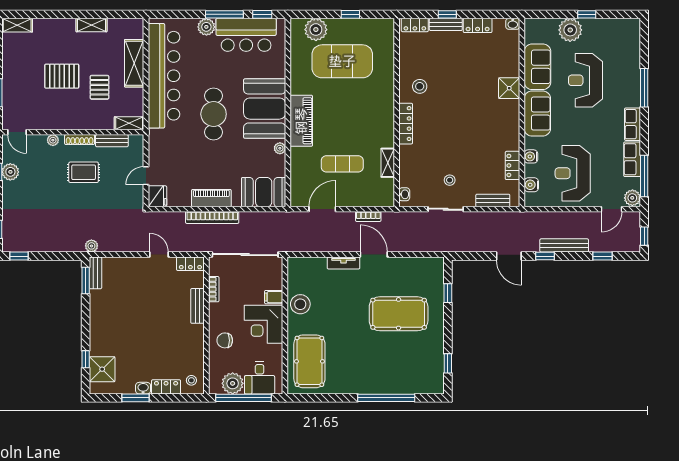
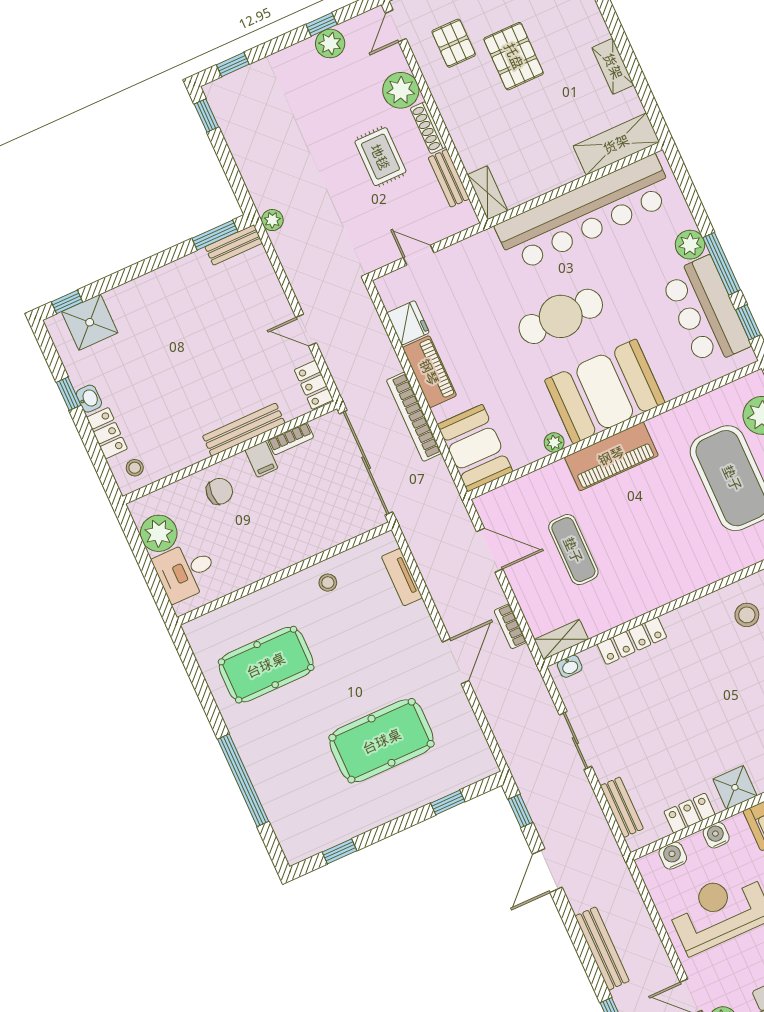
shelving: (134, 63) -> (616, 144), moved
pallet: (100, 87) -> (454, 43), moved, turned 90
locker: (406, 124) -> (632, 641), moved
shower: (510, 135) -> (735, 787), added
plant: (53, 140) -> (401, 90), width x1.87, depth x1.87
shelving: (388, 163) -> (561, 639), moved
stool: (450, 180) -> (623, 726), removed
fridge: (157, 196) -> (408, 323), moved, turned -90
bookcase: (212, 218) -> (414, 417), moved
door: (159, 255) -> (306, 330), swing flipped
window: (545, 256) -> (520, 811), moved
tv unit: (344, 263) -> (402, 577), moved
filing cabinet: (274, 297) -> (261, 459), moved, turned 180
stool: (300, 304) -> (328, 583), width x0.53, depth x0.53
bench: (197, 306) -> (244, 430), width x1.36
pool table: (399, 314) -> (382, 741), turned 90
corner desk: (264, 324) -> (271, 540), removed
chair: (225, 340) -> (219, 491), turned 90
window: (86, 359) -> (67, 302), moved
pool table: (309, 361) -> (266, 665), moved
window: (136, 398) -> (69, 394), width x0.67
window: (244, 398) -> (144, 560), removed

